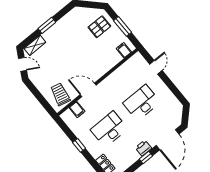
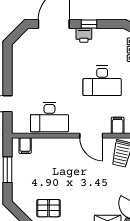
pallet: (99, 27) -> (49, 208), moved
desk: (142, 103) -> (49, 117), moved

